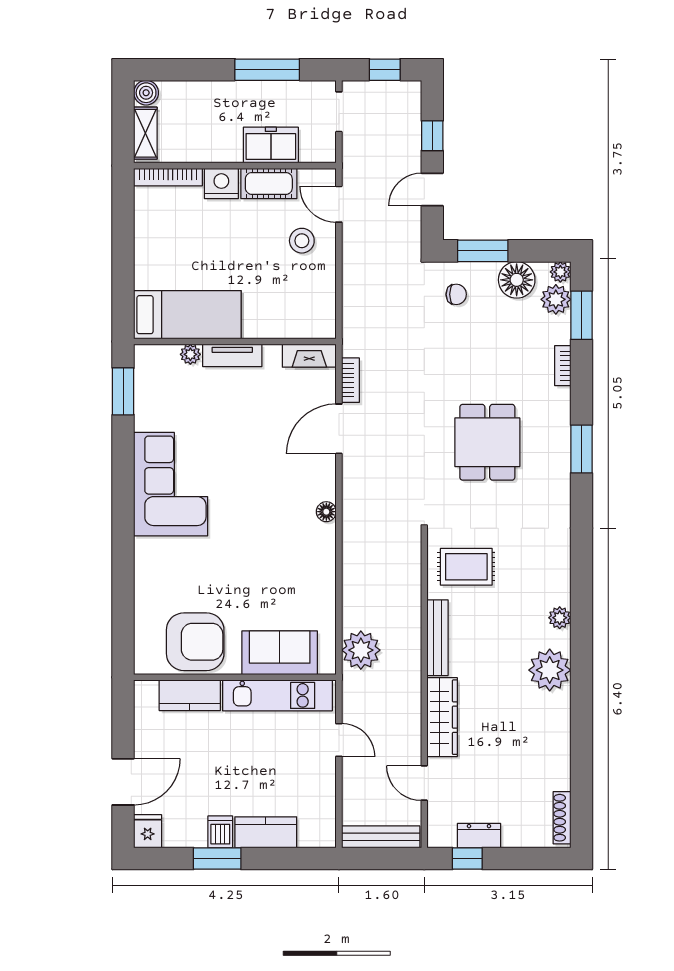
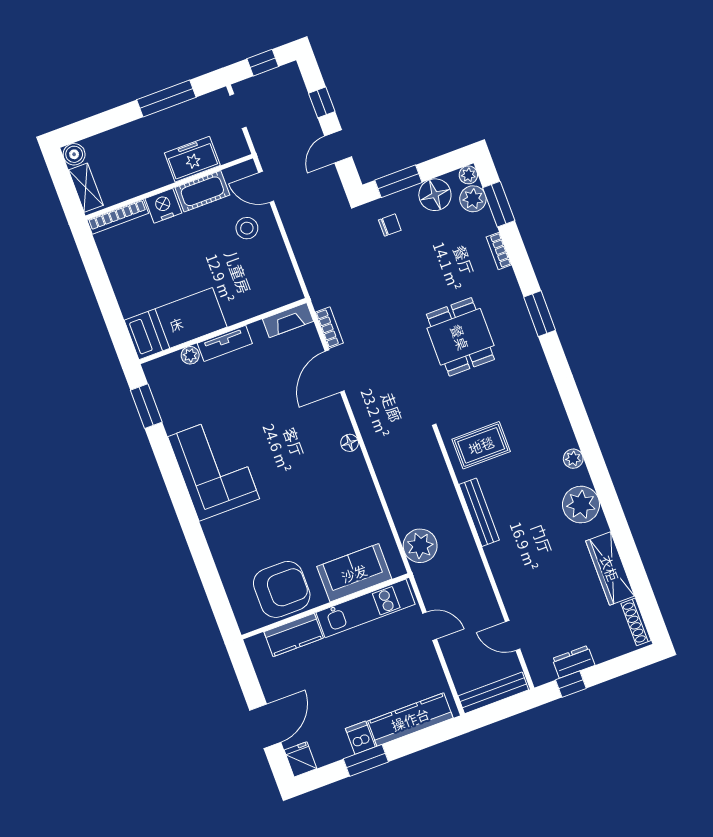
wardrobe: (442, 717) -> (610, 568), moved, turned 180
kitchen counter: (266, 832) -> (410, 719), width x1.50

